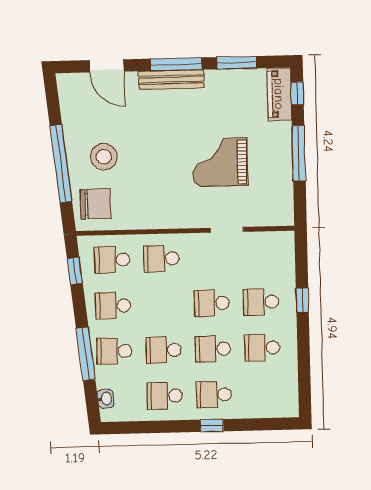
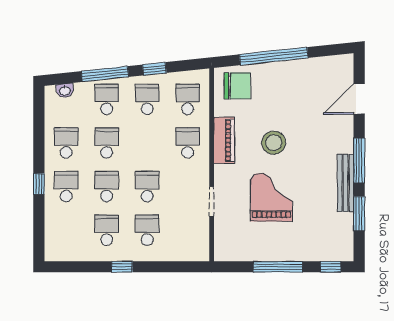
bench: (171, 80) -> (346, 183), moved
piano: (279, 94) -> (224, 140), moved, turned 90
stool: (104, 157) -> (274, 143), moved
chair: (95, 204) -> (237, 86), turned -90
window: (75, 271) -> (154, 69), moved
window: (302, 300) -> (122, 267), moved

